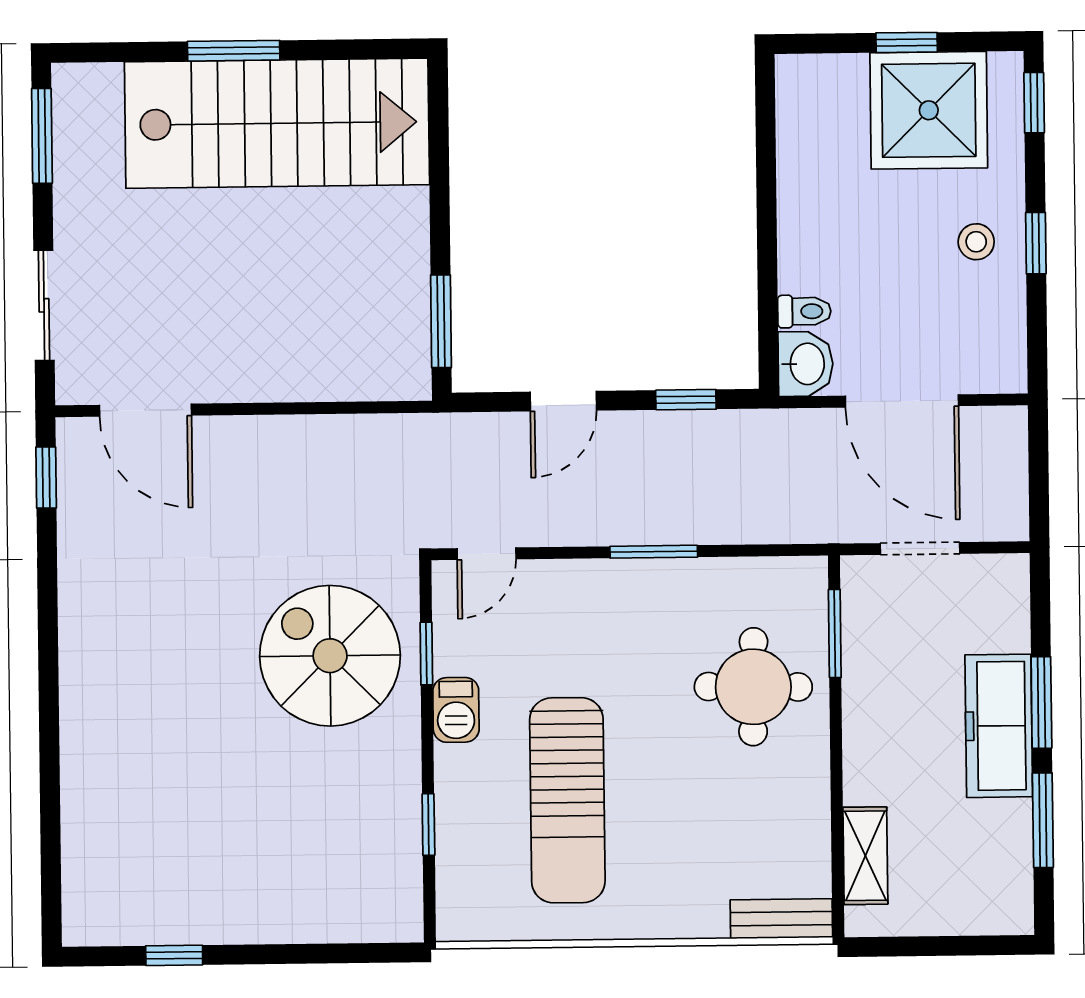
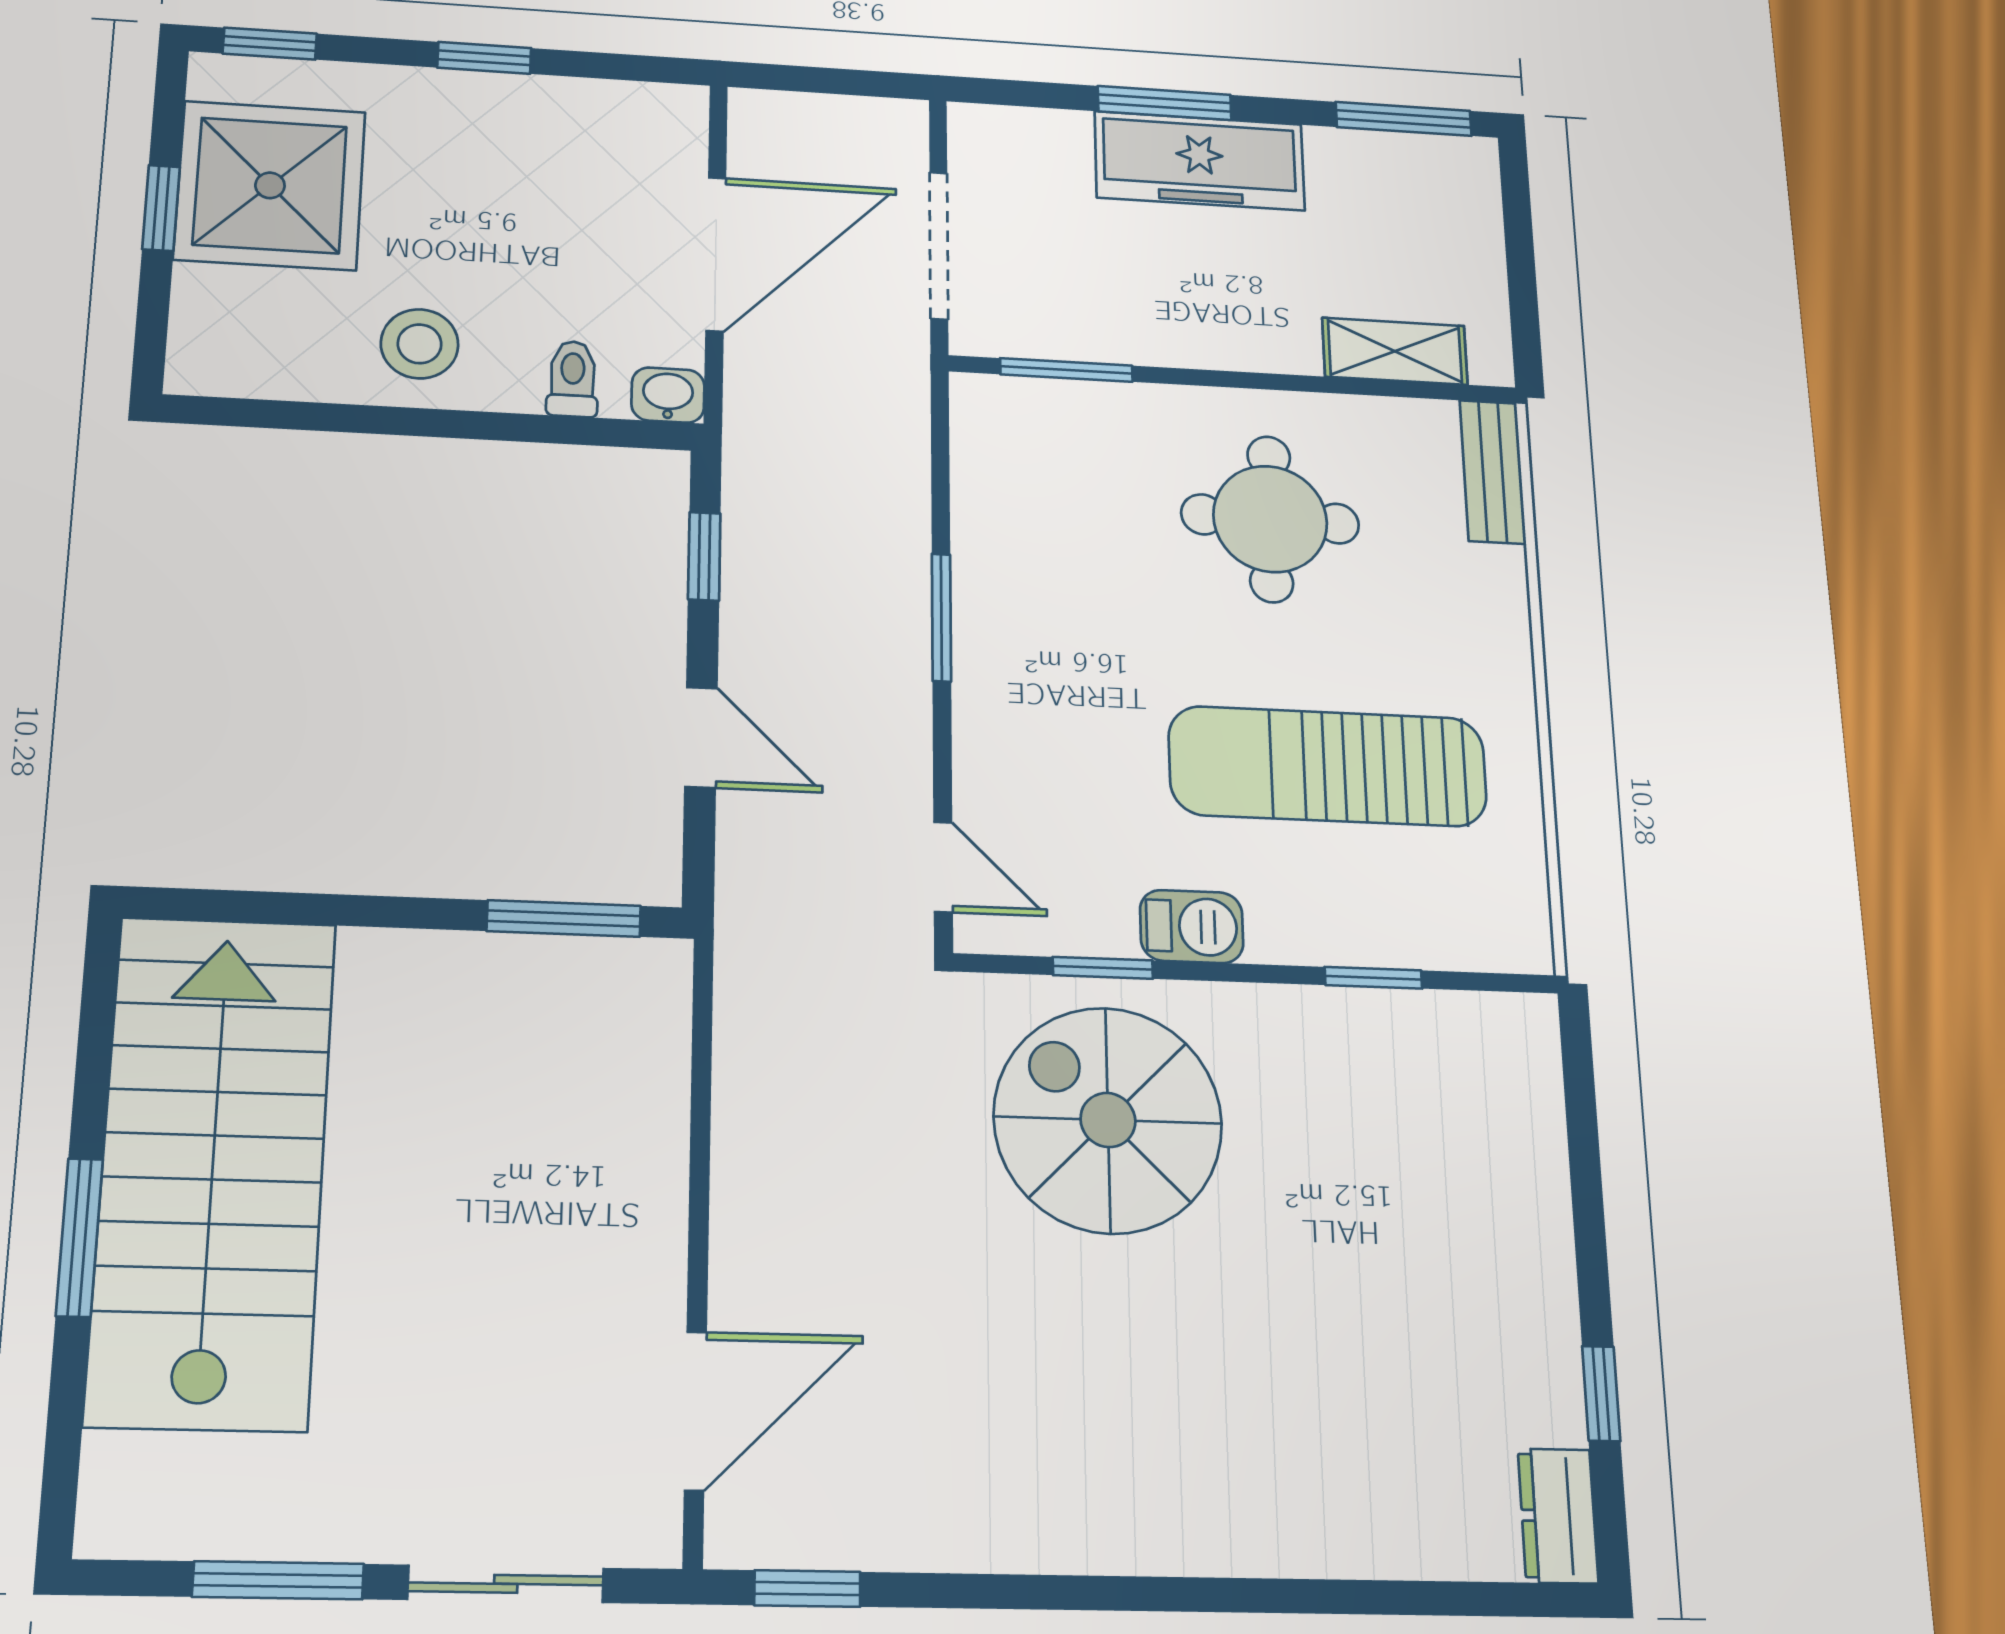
window: (42, 136) -> (278, 1580), moved
stool: (976, 242) -> (420, 344), moved, width x1.37, depth x1.37
washbasin: (806, 364) -> (668, 395), width x0.72, depth x0.69
doorway: (920, 548) -> (939, 245), width x1.38
spiral stairs: (330, 656) -> (1108, 1120), turned 90
round table: (753, 687) -> (1270, 519), moved
sun lounger: (567, 800) -> (1328, 766), turned 180
window: (1043, 820) -> (1404, 119), moved
dresser: (101, 924) -> (1558, 1516), added

